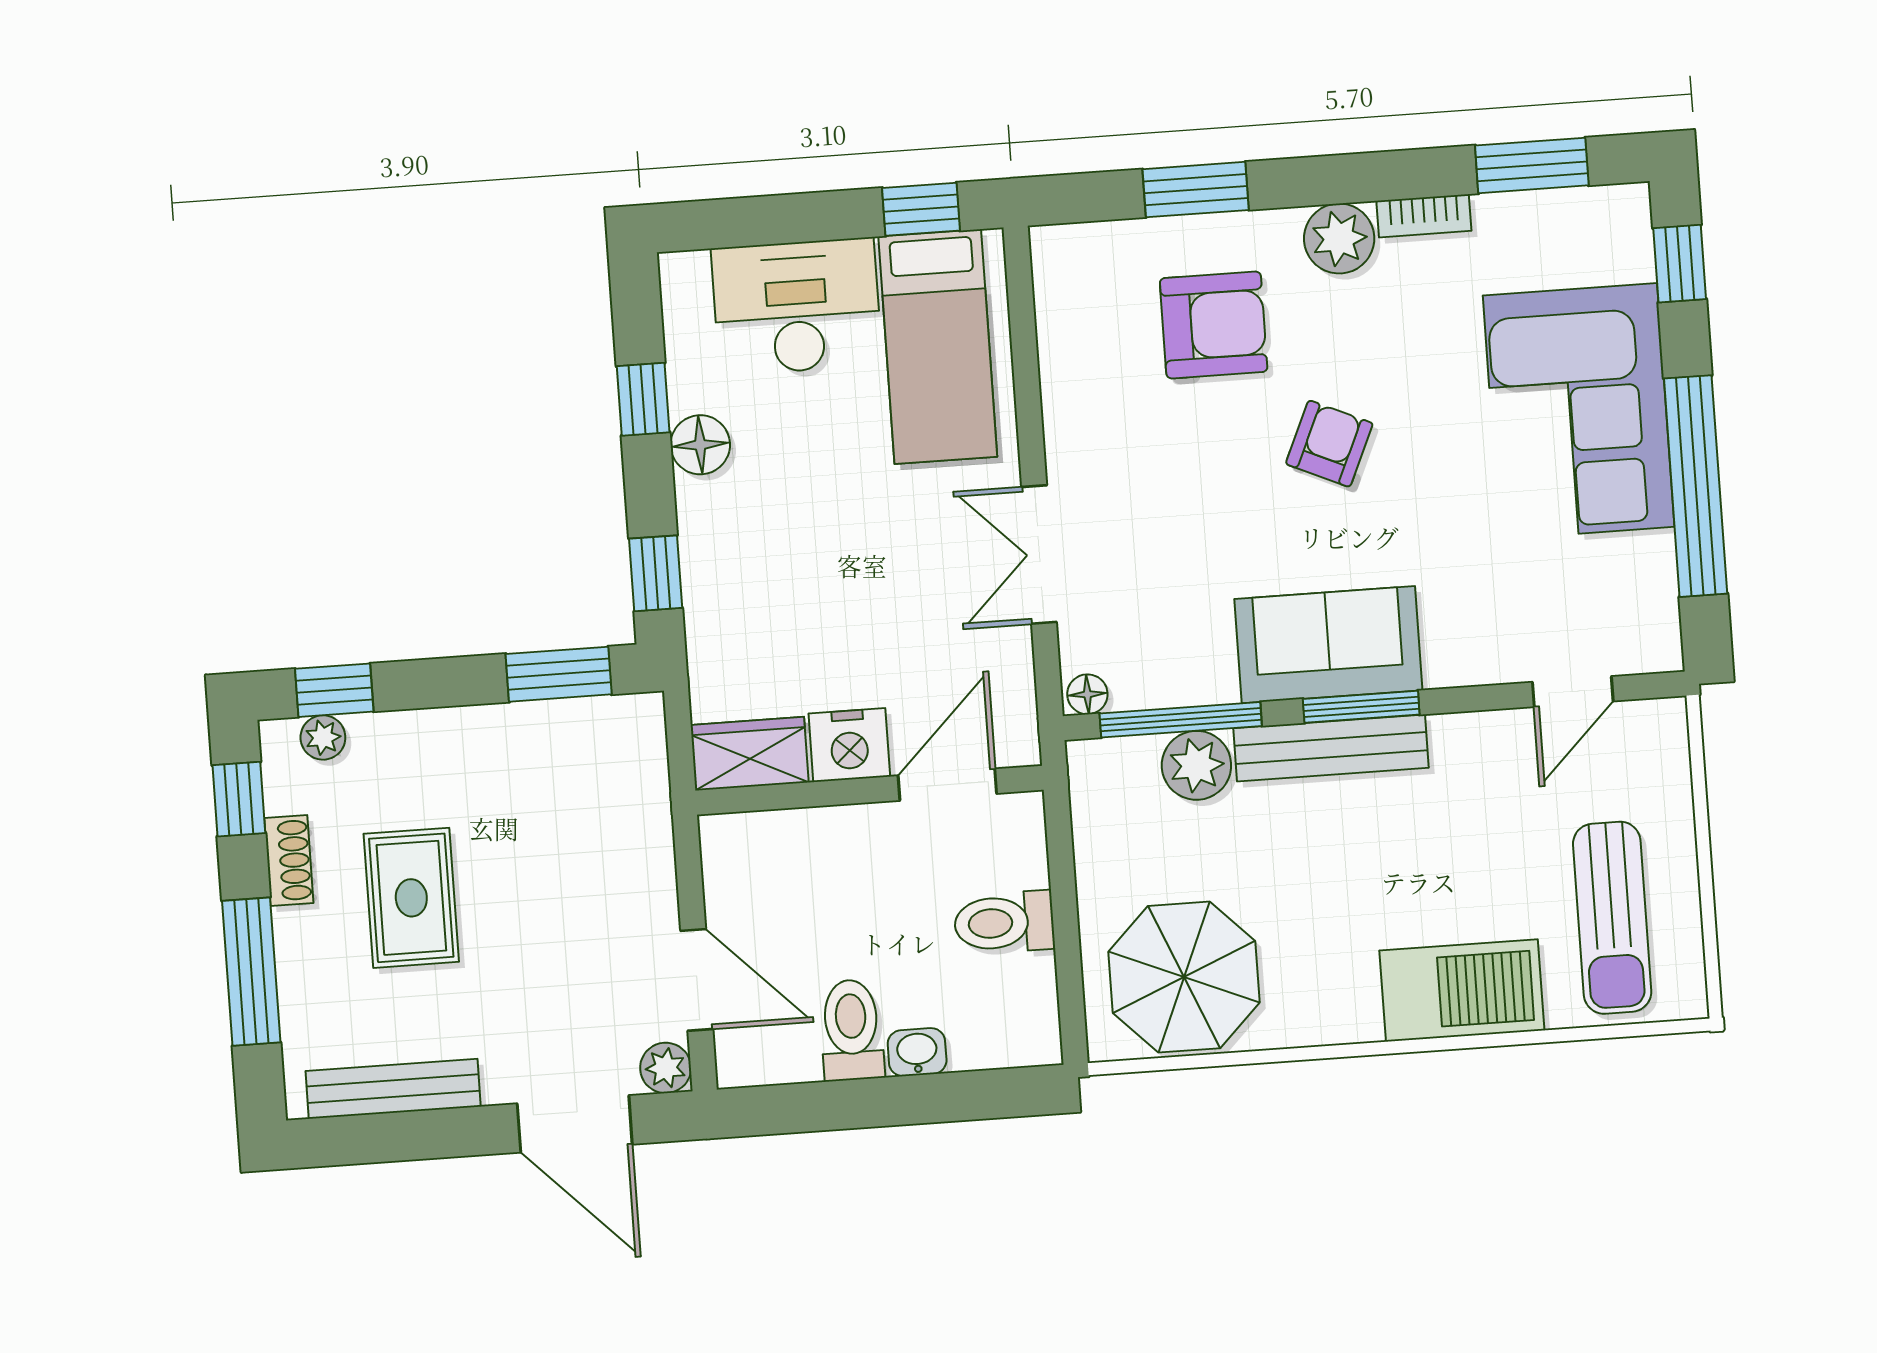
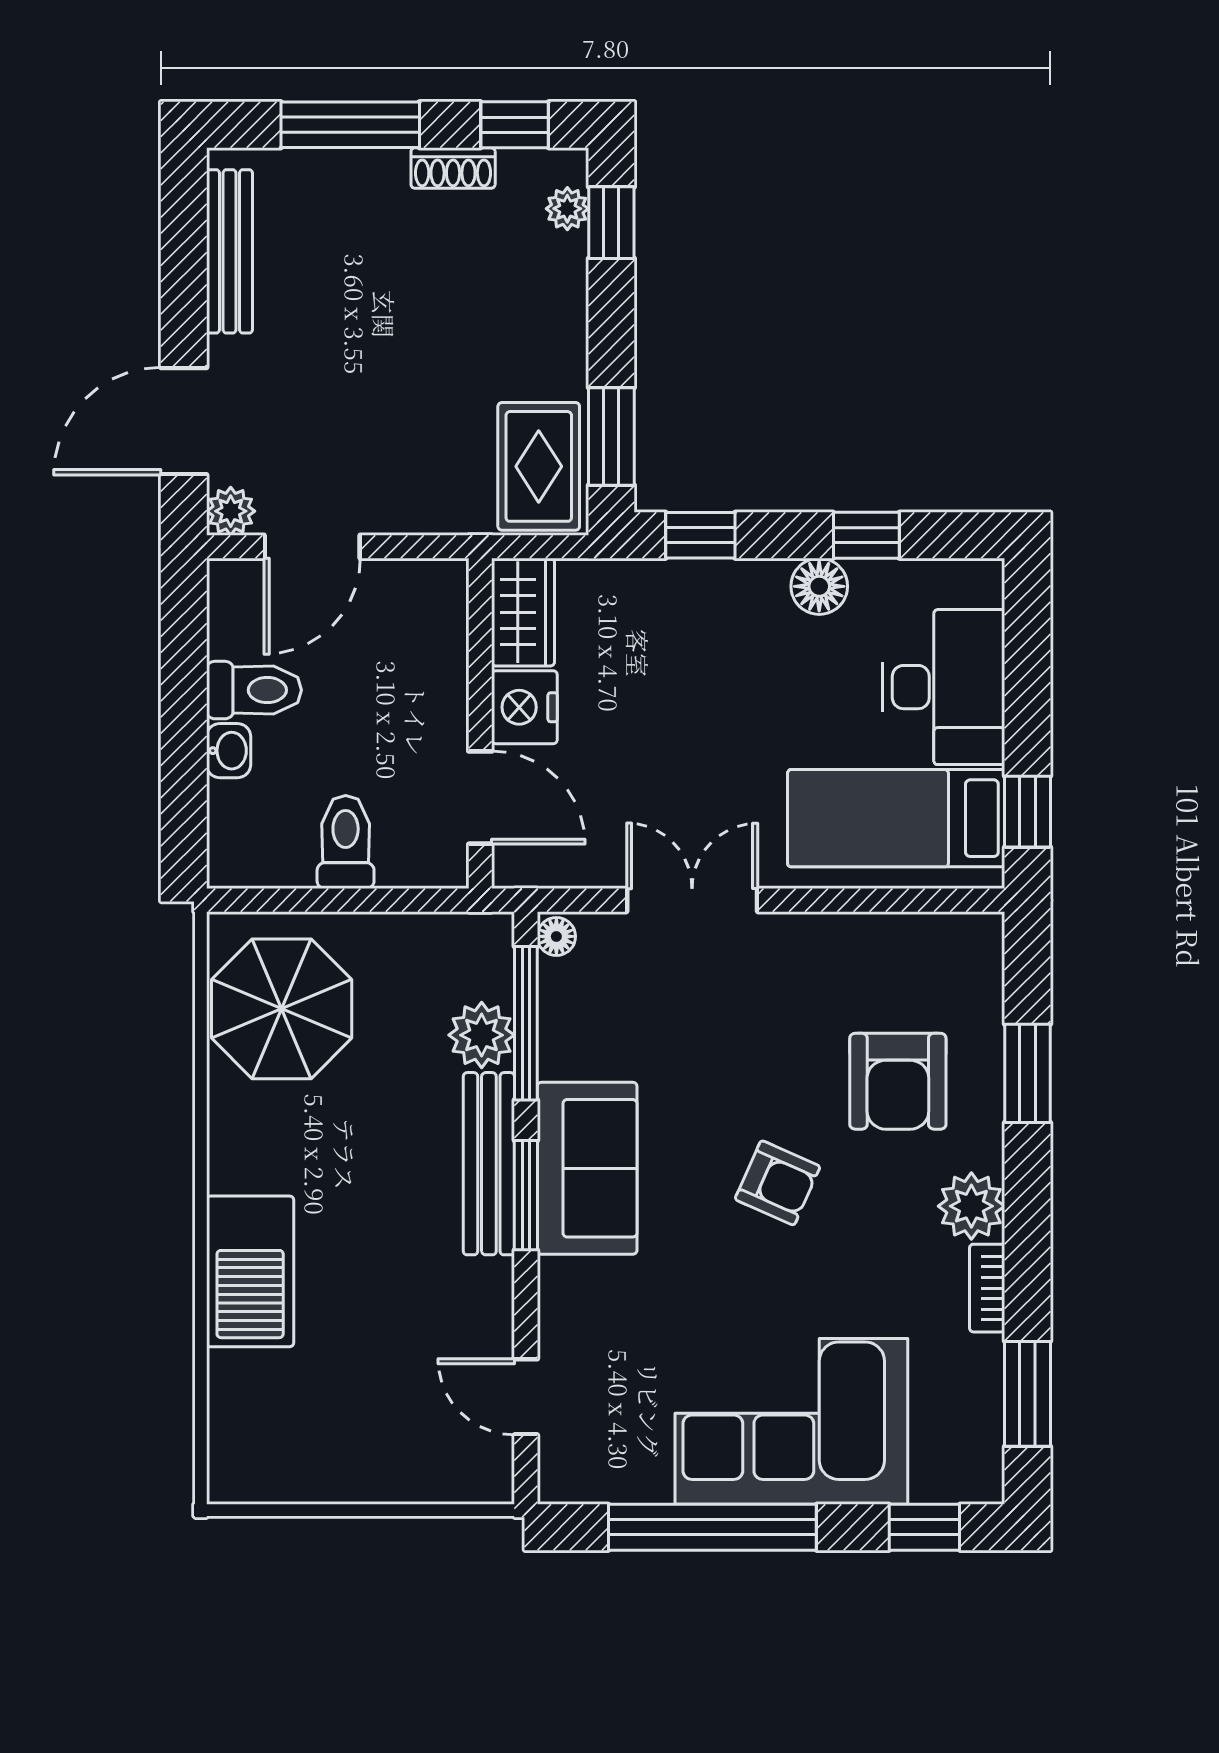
rug: (411, 898) -> (539, 466), moved, turned 90
sun lounger: (1612, 918) -> (309, 1419), removed

